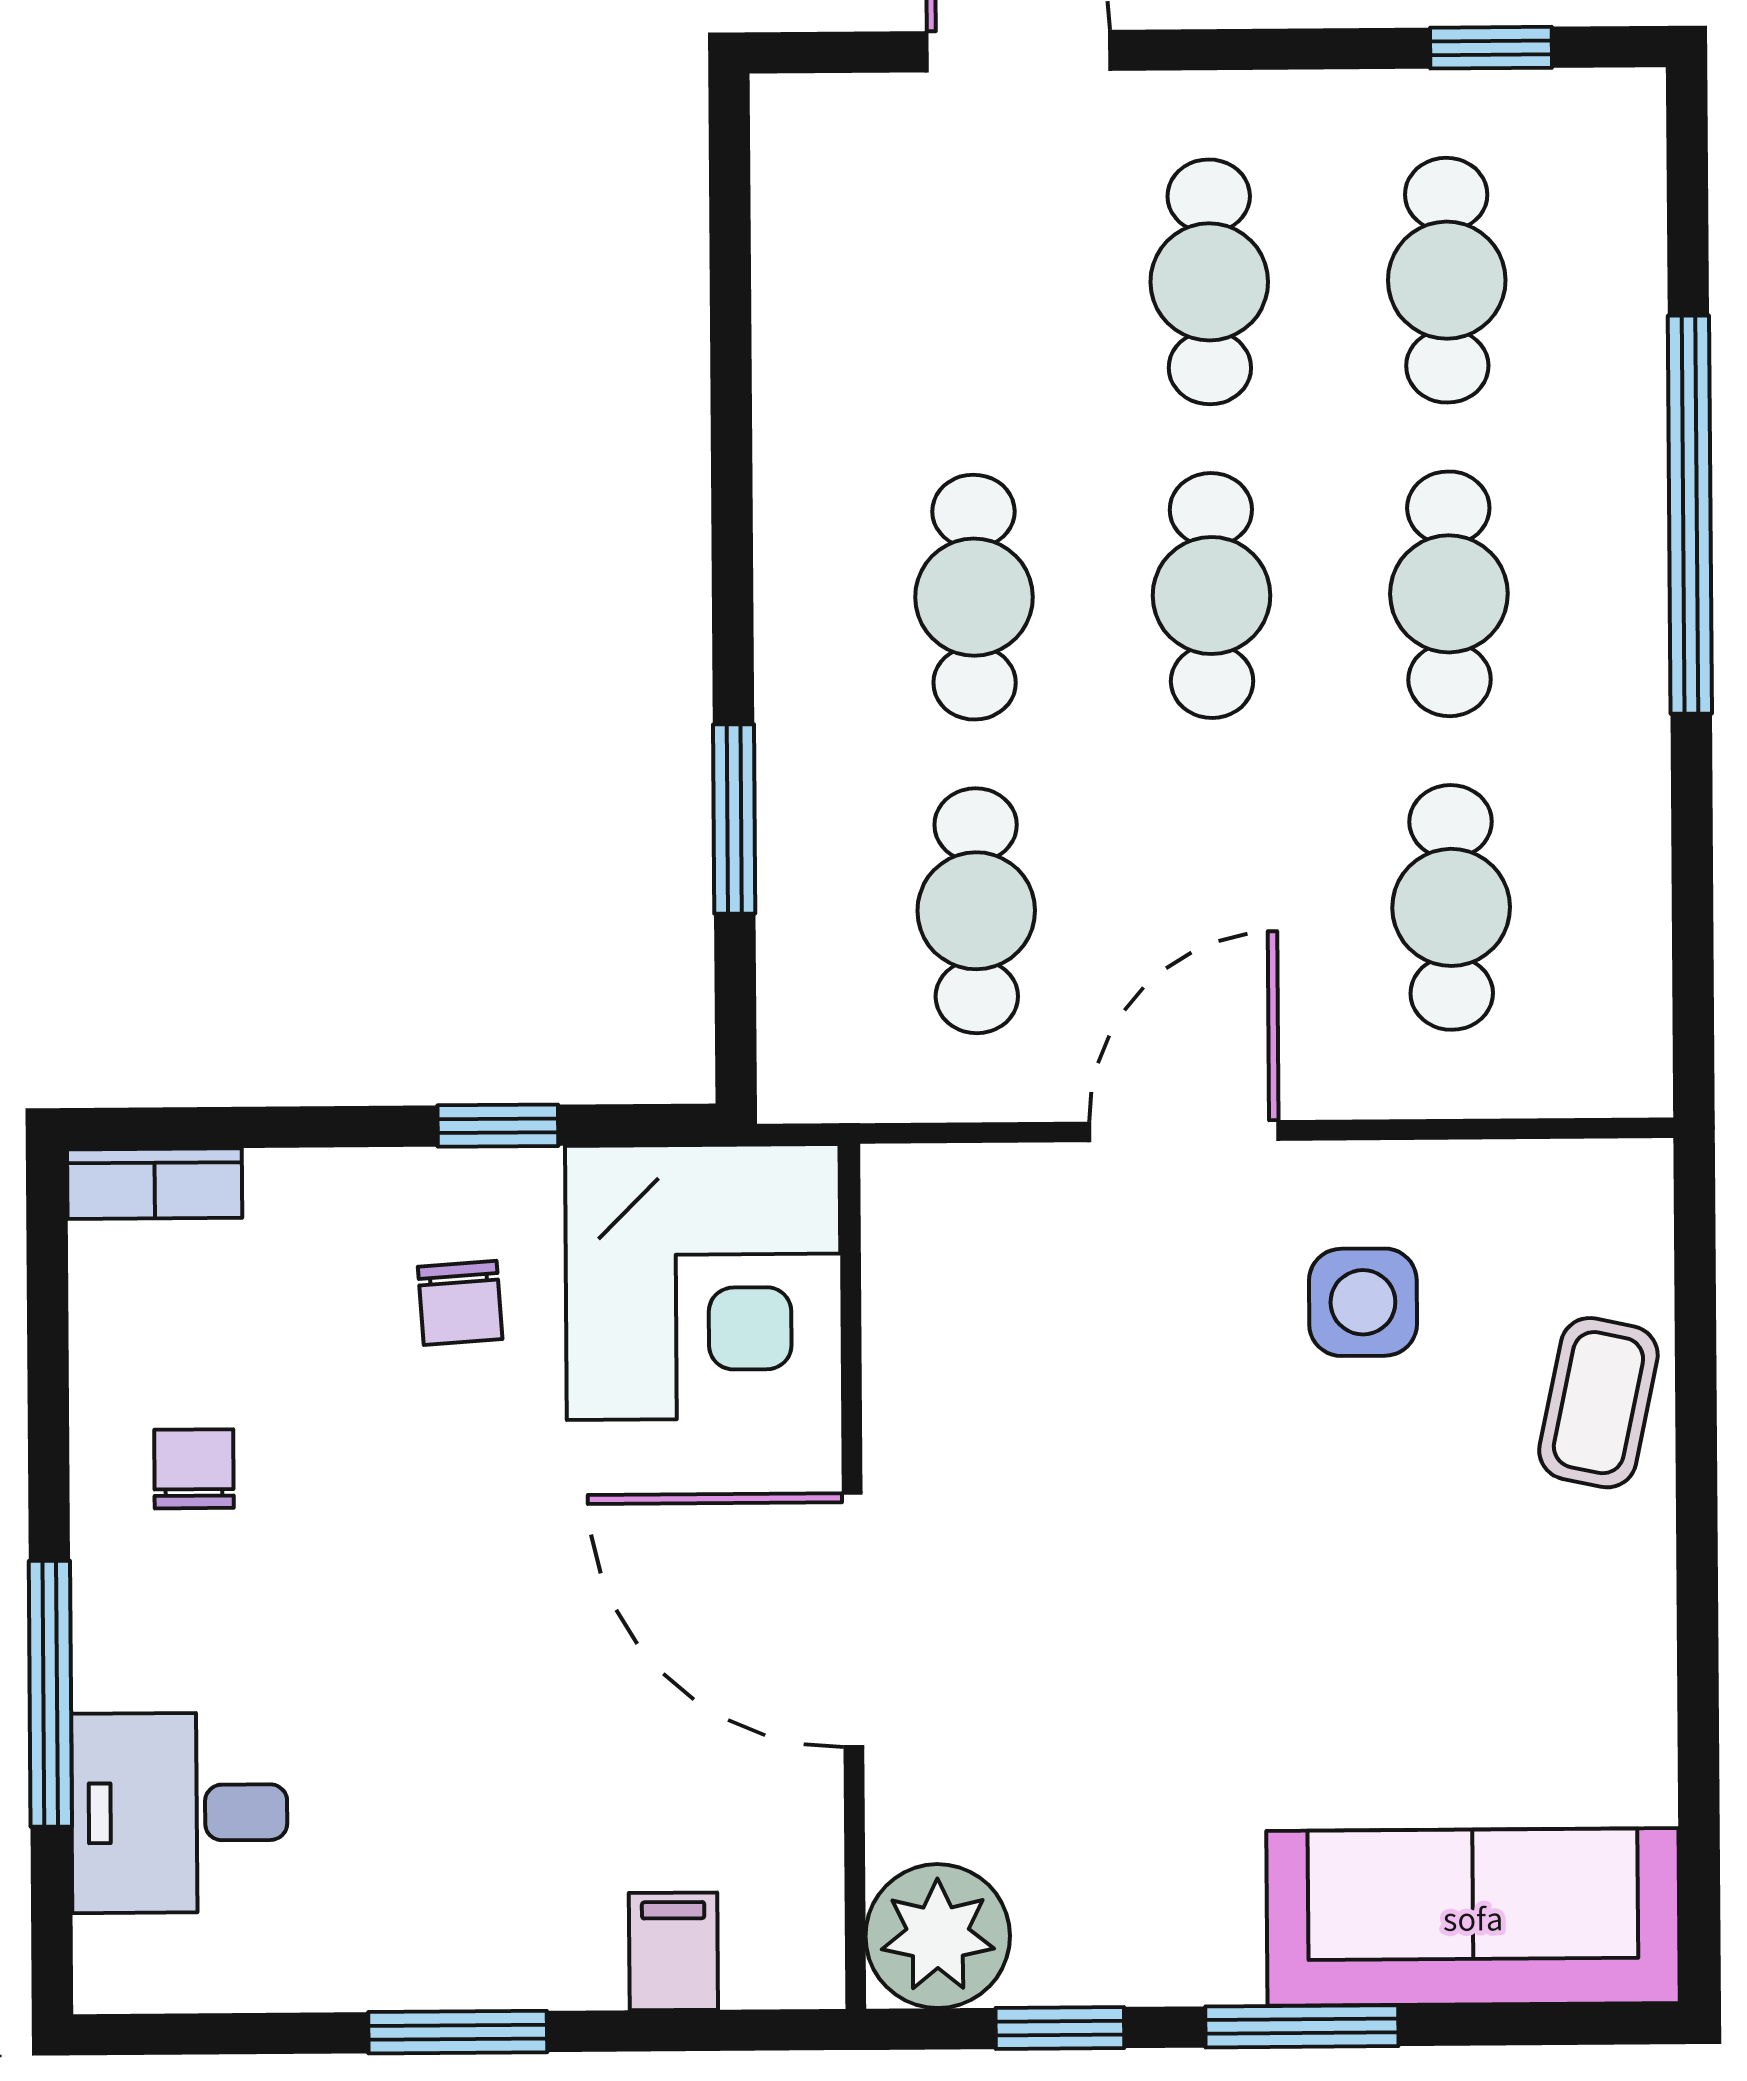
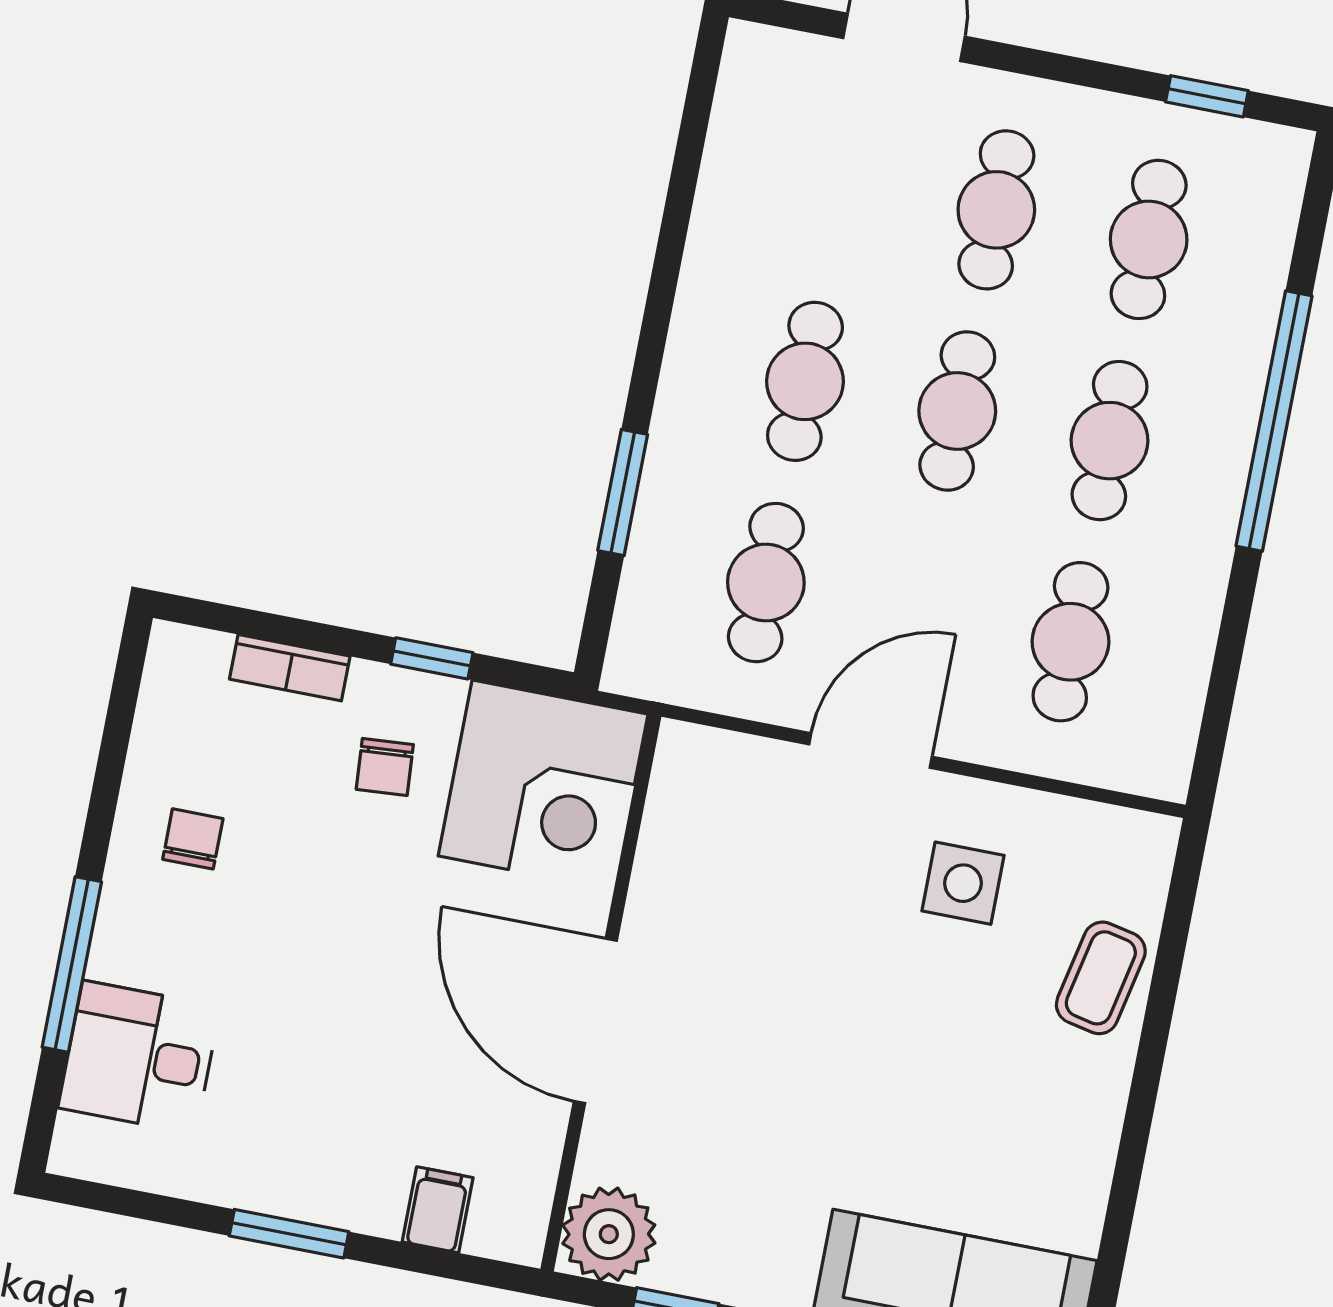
bookcase: (155, 1184) -> (290, 668), moved

